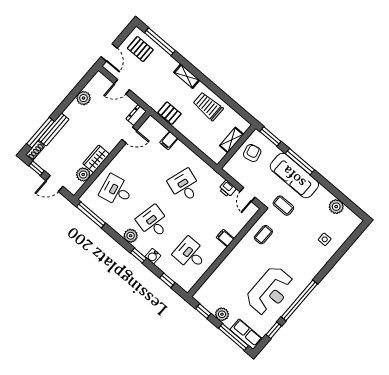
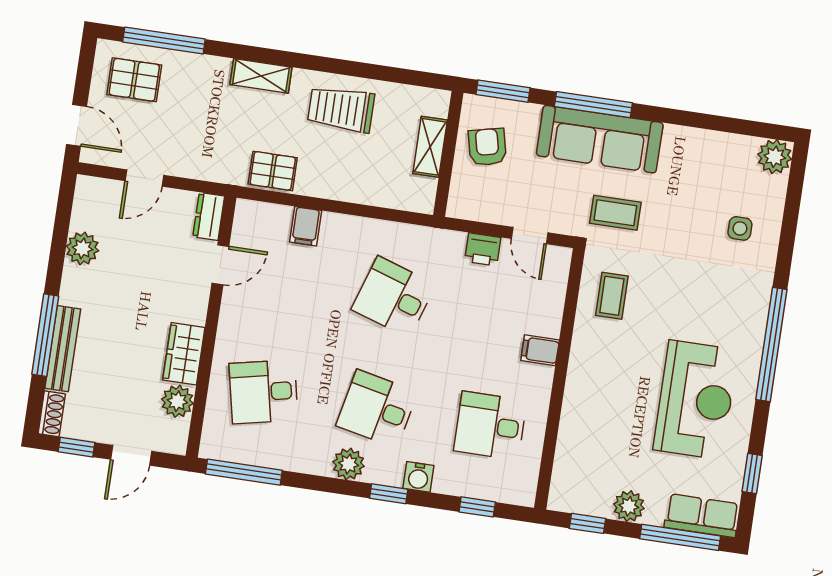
window: (41, 133) -> (45, 335), moved
plant: (336, 207) -> (775, 157), moved
window: (299, 300) -> (771, 344), moved

